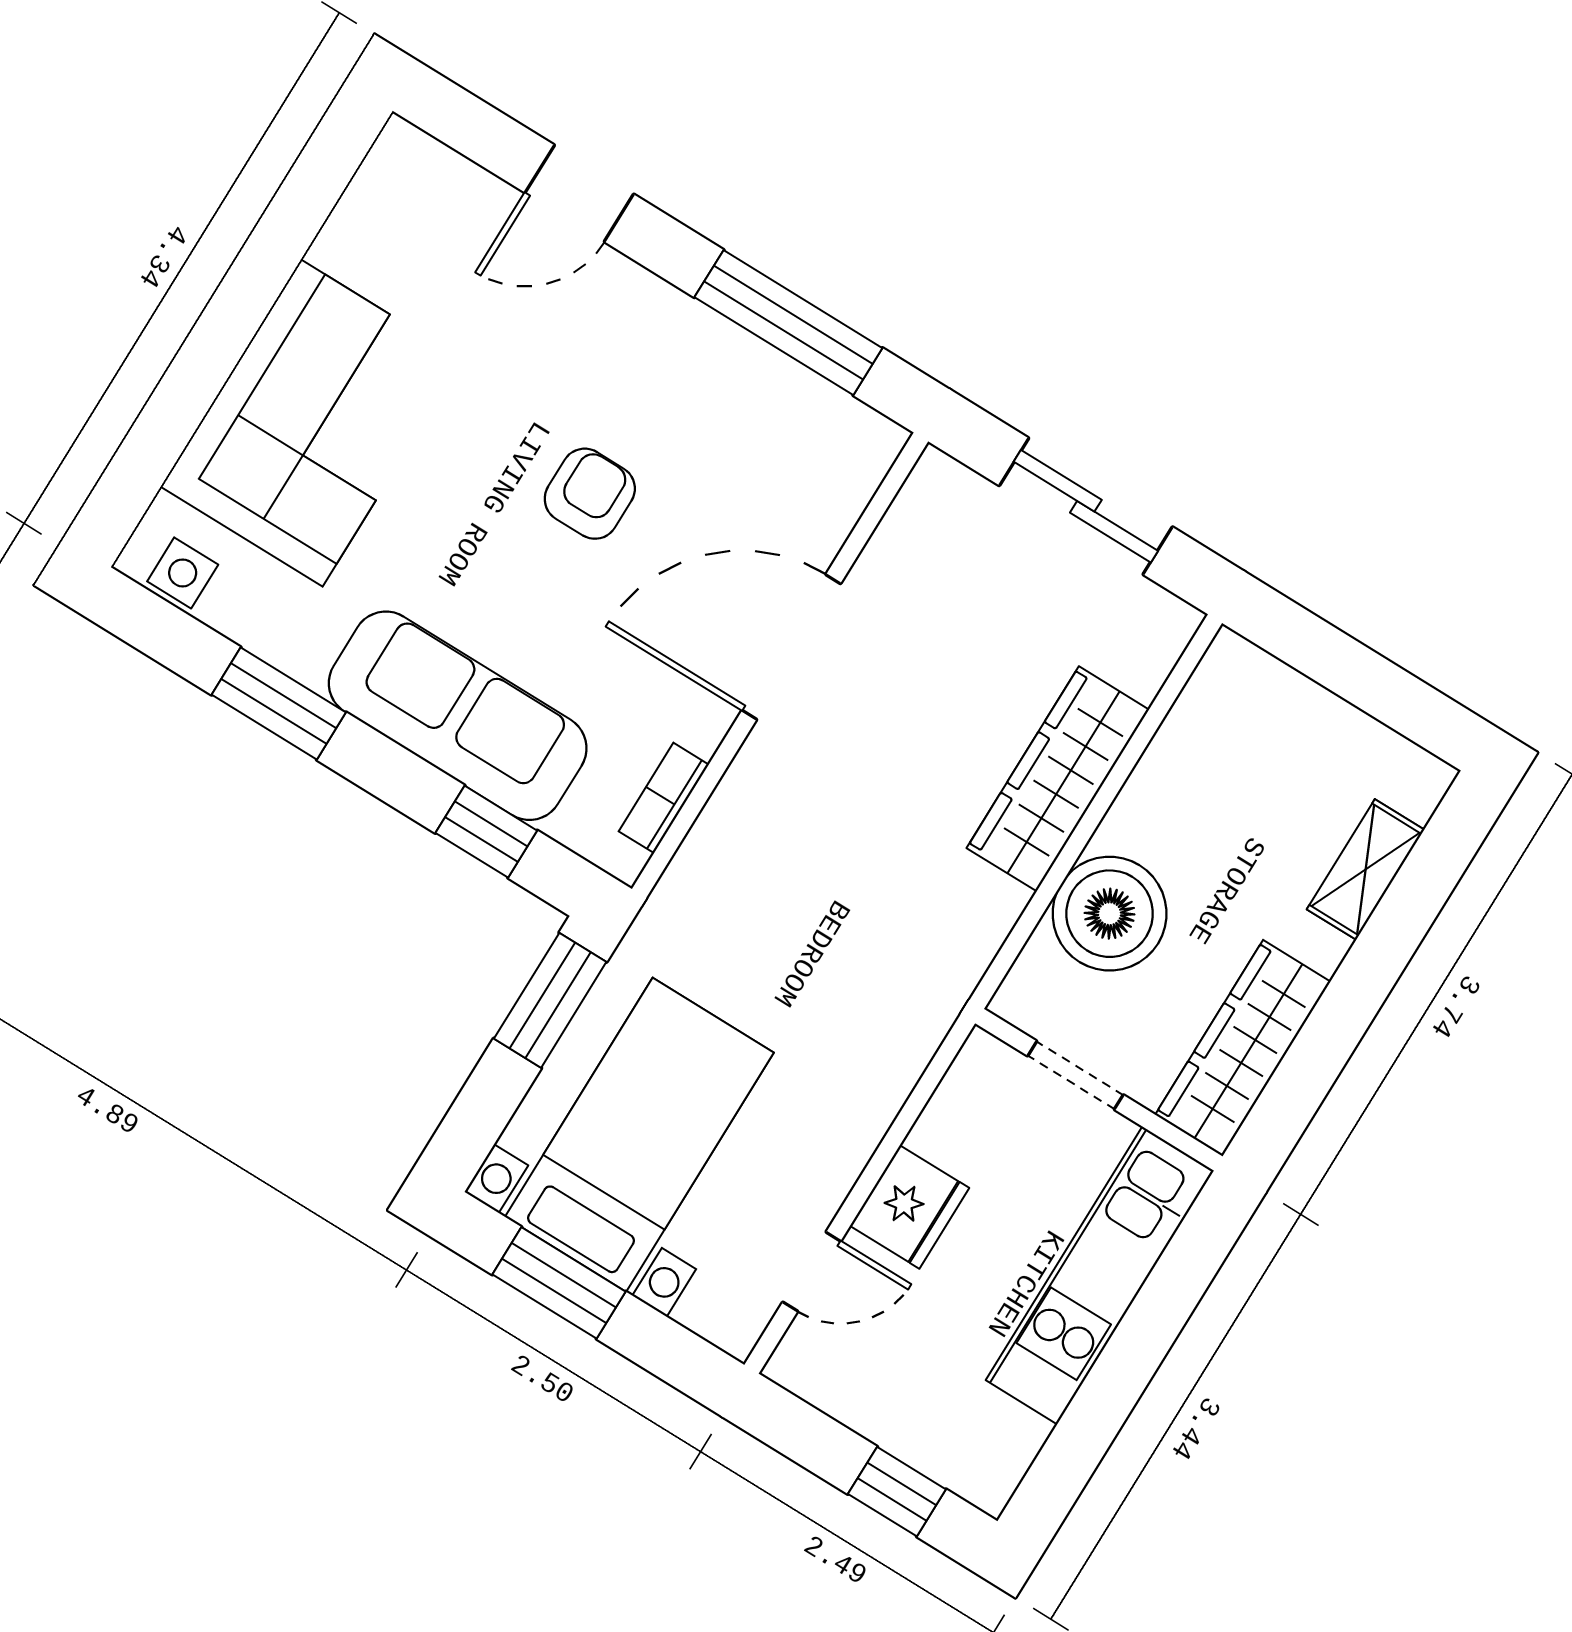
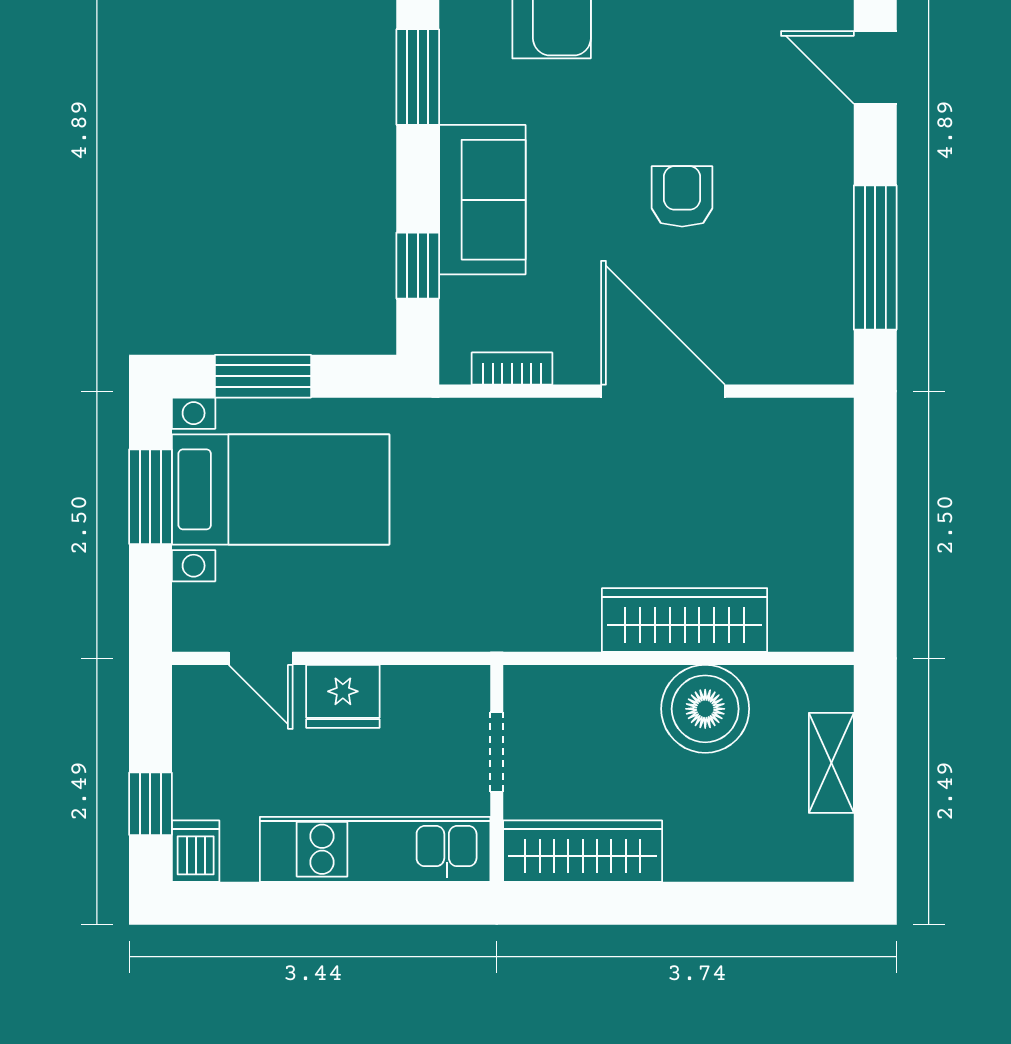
armchair: (590, 494) -> (682, 196), turned -90
sliding door: (1086, 506) -> (875, 528), removed
sofa: (458, 716) -> (482, 200), width x0.73
shelving: (1366, 870) -> (831, 763), moved, turned 90
boiler: (1110, 914) -> (705, 709), moved
window: (550, 1000) -> (263, 376), moved
dishwasher: (980, 1474) -> (196, 851), added

